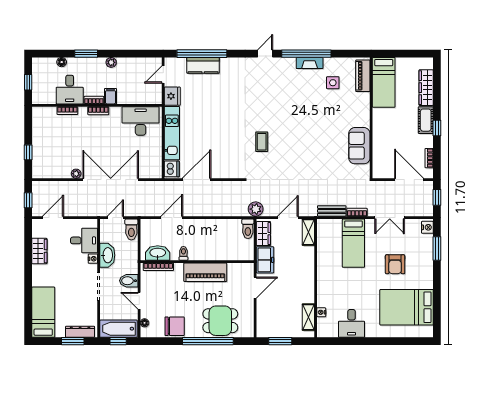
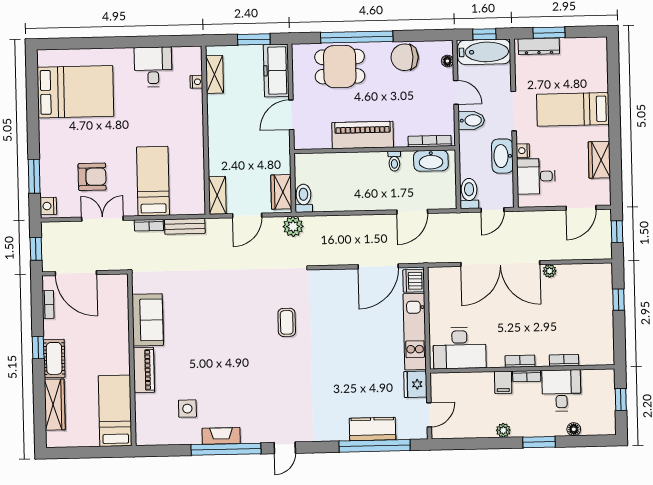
piano: (363, 76) -> (144, 370), moved
freezer: (265, 260) -> (276, 71), moved, width x1.40
armchair: (395, 264) -> (92, 177), moved, turned 90
bed: (43, 312) -> (573, 109), moved, turned 90

